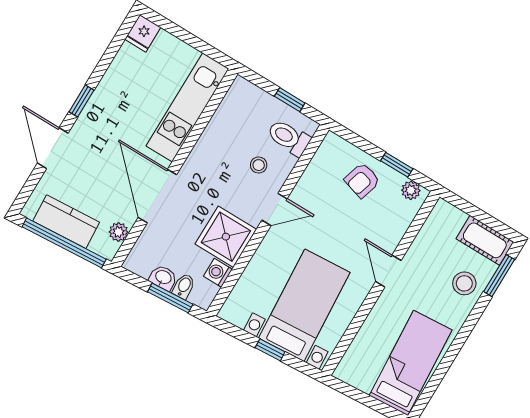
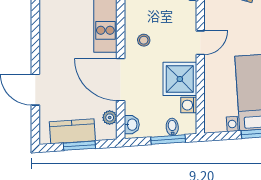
window: (81, 101) -> (35, 48), removed
stool: (259, 165) -> (144, 40), moved
window: (64, 243) -> (79, 146), width x0.47
washbasin: (163, 278) -> (132, 125), moved, turned 94

